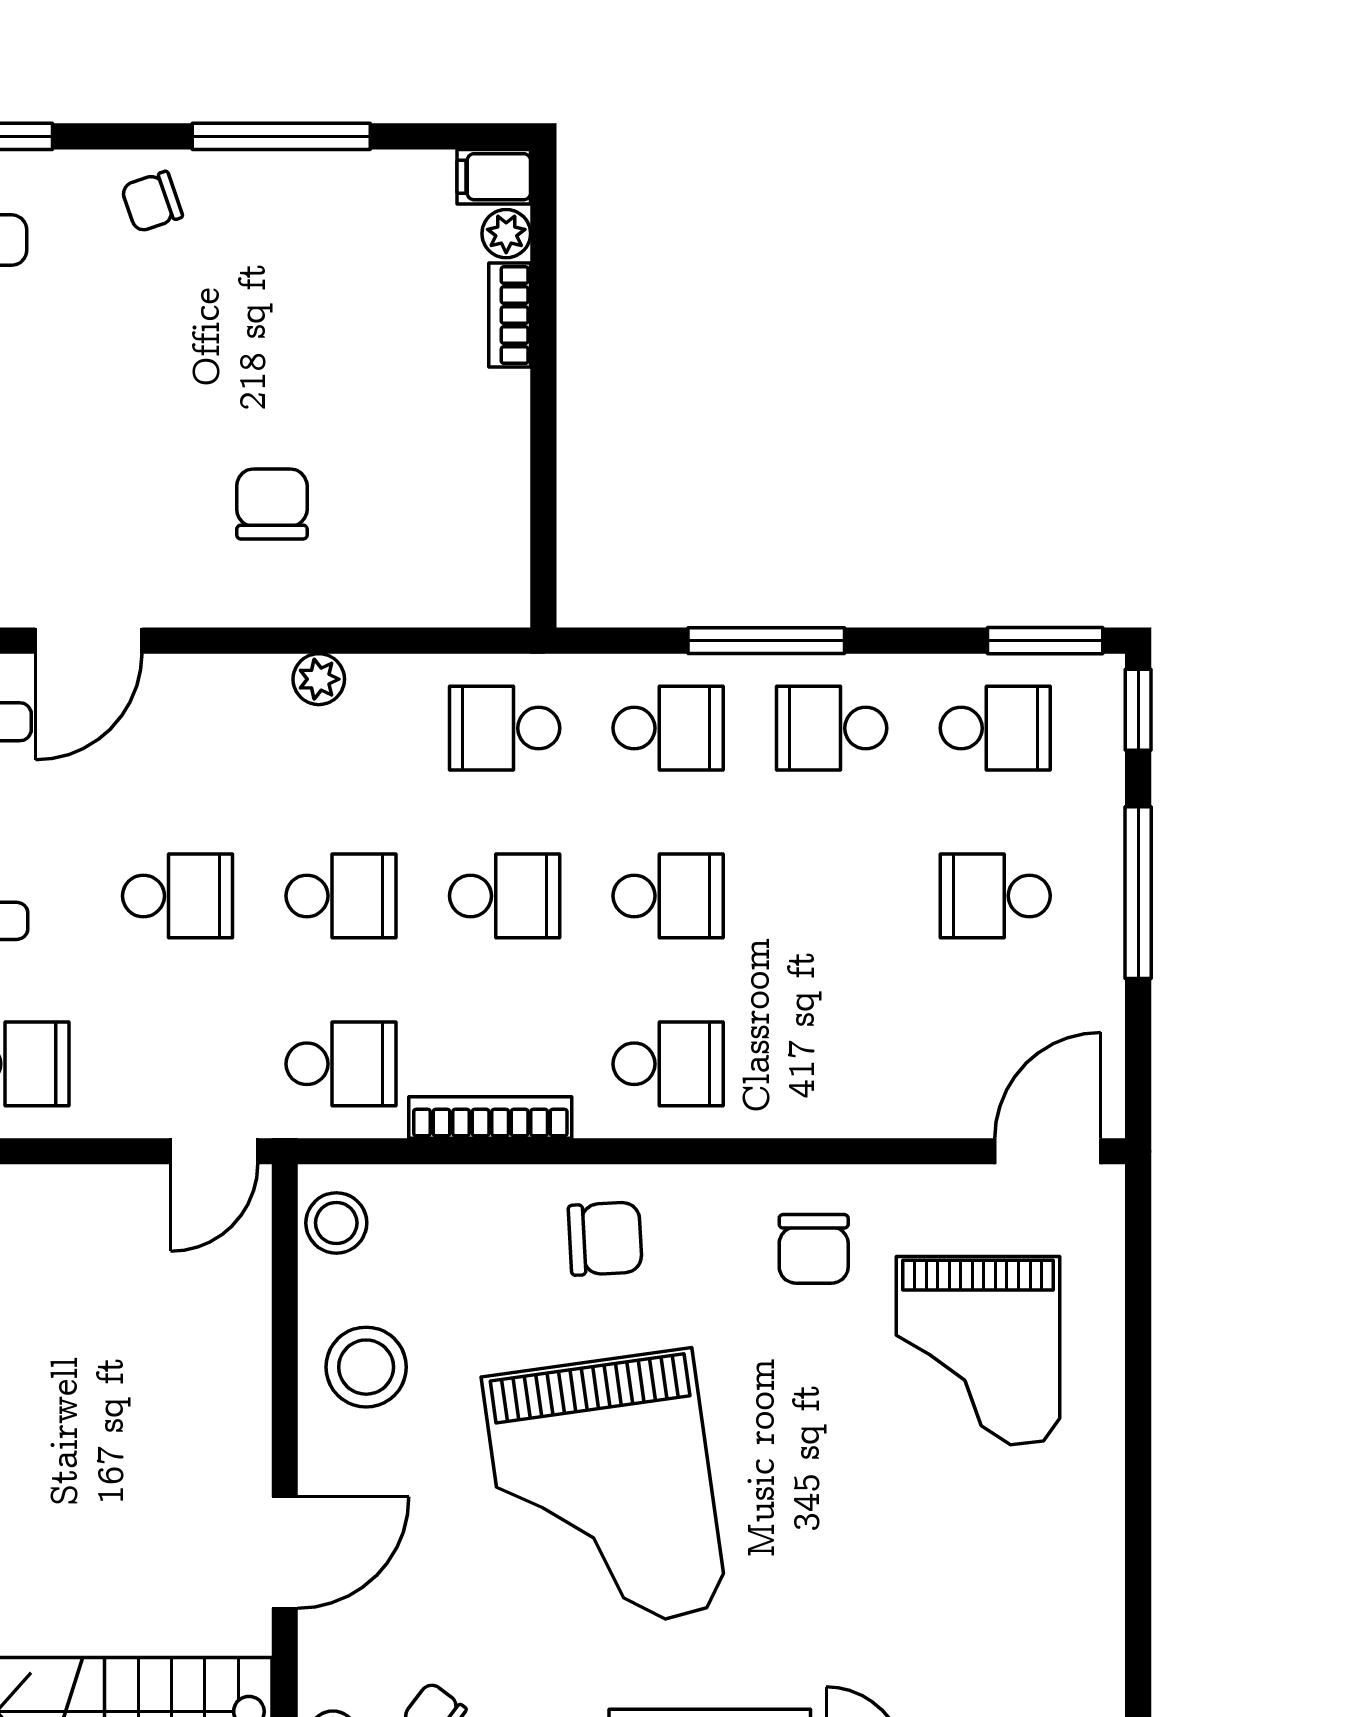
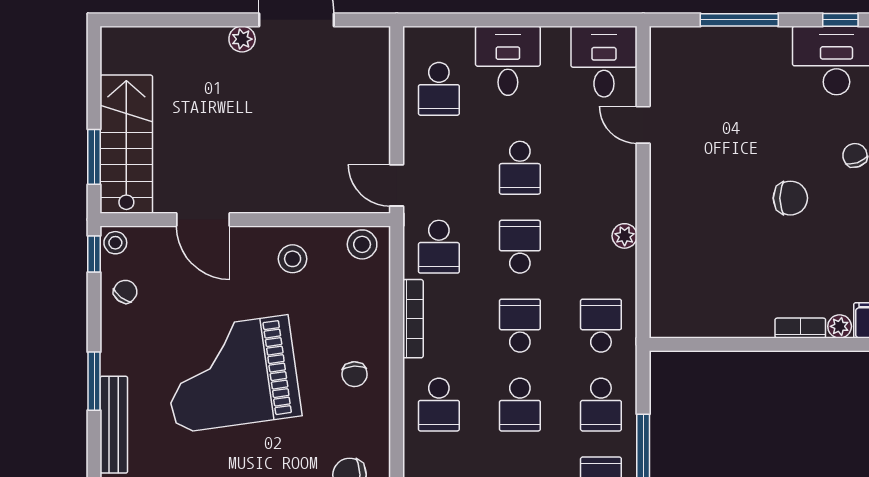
chair: (272, 504) -> (790, 198), moved
door: (89, 641) -> (643, 125), width x0.73
school desk: (341, 896) -> (520, 247), turned 180
school desk: (505, 896) -> (520, 326), turned 180
chair: (605, 1239) -> (355, 374), width x0.73, depth x0.73
stool: (366, 1367) -> (293, 259), width x0.73, depth x0.73

